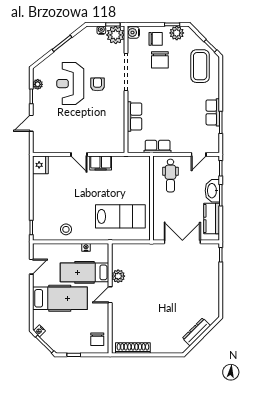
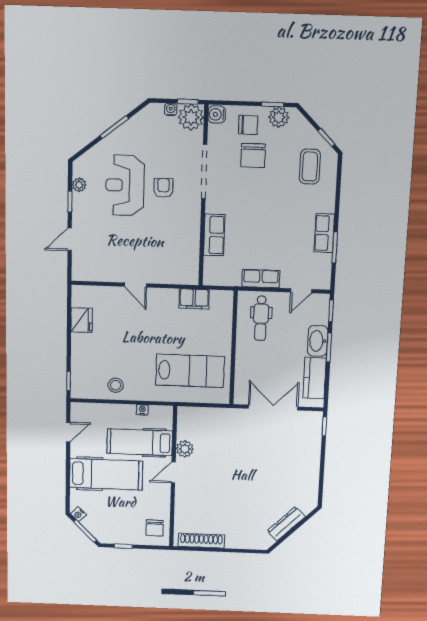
coffee table: (200, 66) -> (310, 167), width x0.73, depth x0.76
row of seats: (158, 147) -> (261, 279), moved
filing cabinet: (101, 163) -> (194, 299), moved
fridge: (40, 165) -> (82, 320), moved

